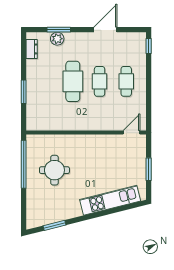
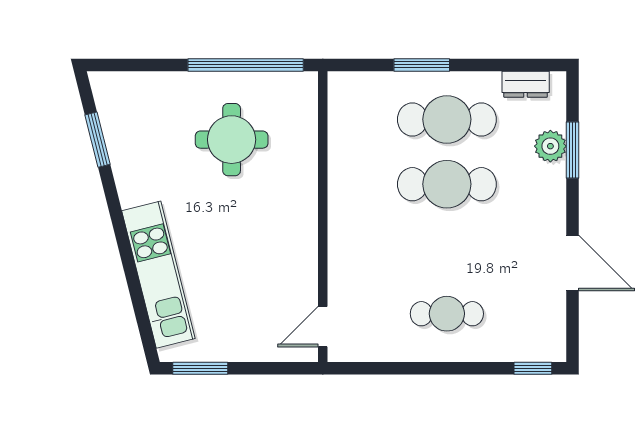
cafe table: (100, 81) -> (447, 119), moved, width x1.37, depth x1.35
door: (132, 133) -> (323, 327), swing flipped
window: (149, 169) -> (200, 368), moved

